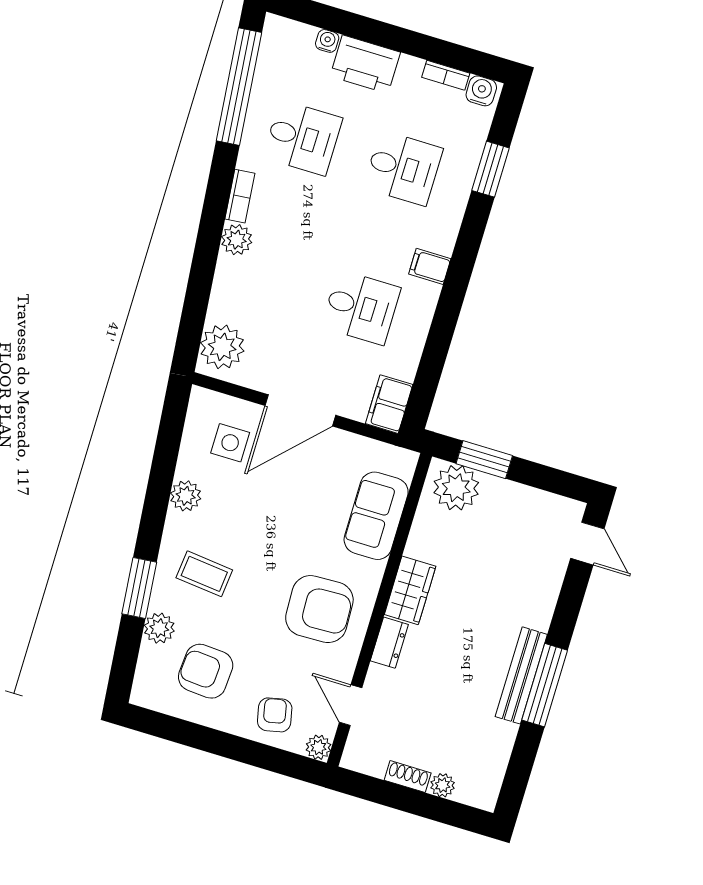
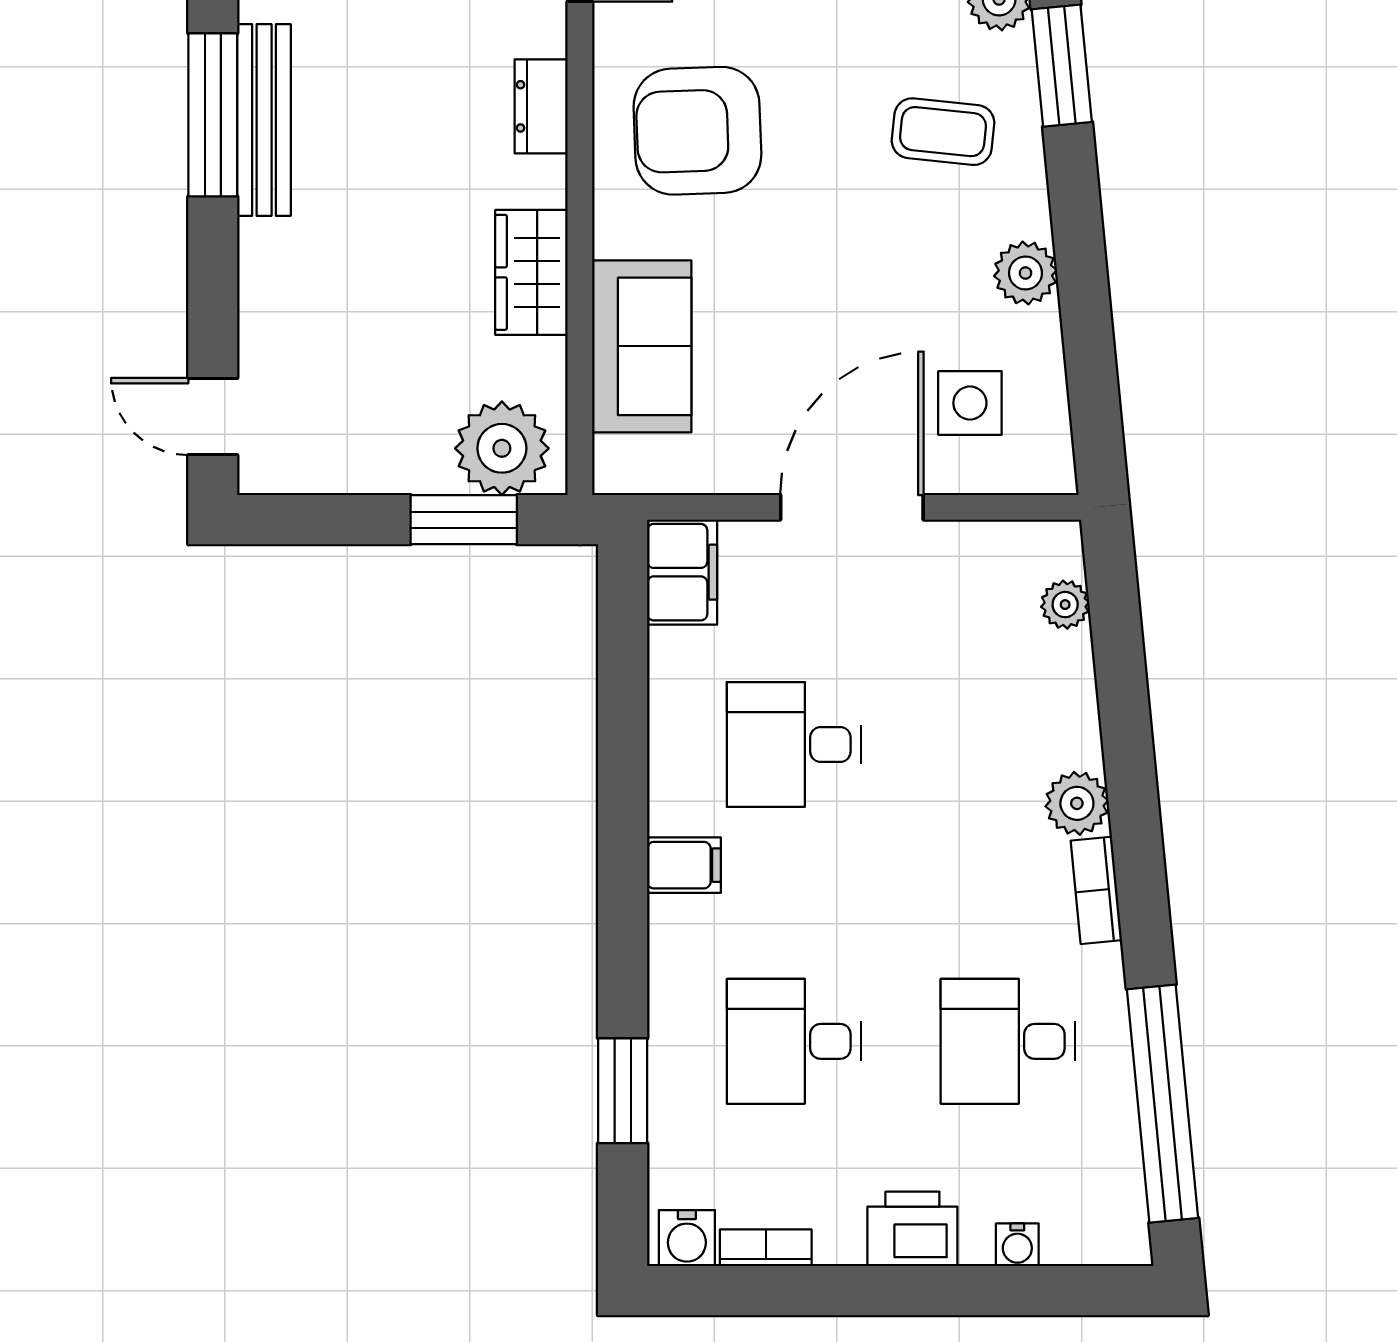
printer: (365, 64) -> (912, 1229), width x0.73, depth x0.84
plant: (222, 347) -> (1065, 605), width x0.53, depth x0.53
wardrobe: (410, 590) -> (531, 272), moved

